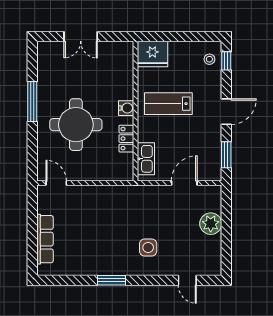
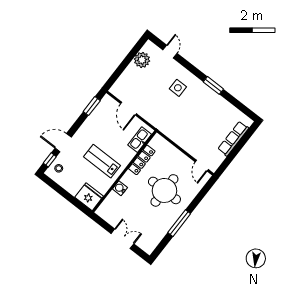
lab bench: (168, 104) -> (102, 161), turned 180
water cooler: (126, 108) -> (120, 188), moved
door: (226, 112) -> (63, 143), moved
locker: (126, 139) -> (142, 160), width x1.53
door: (184, 183) -> (128, 109), hinge flipped
plant: (211, 224) -> (142, 60), moved

